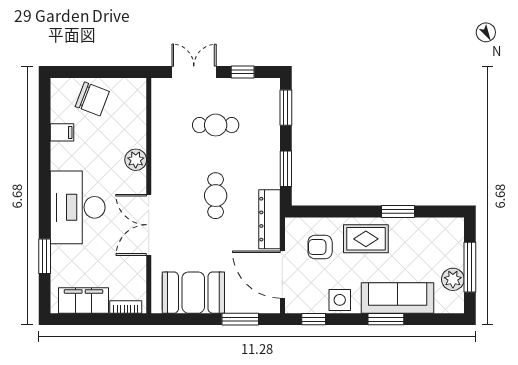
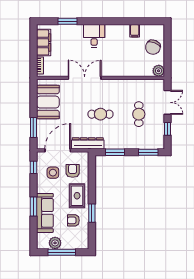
plant: (136, 160) -> (159, 71), moved
desk: (78, 207) -> (94, 36), width x0.53, depth x0.77
armchair: (411, 246) -> (73, 220), added
side table: (340, 300) -> (53, 173), moved

